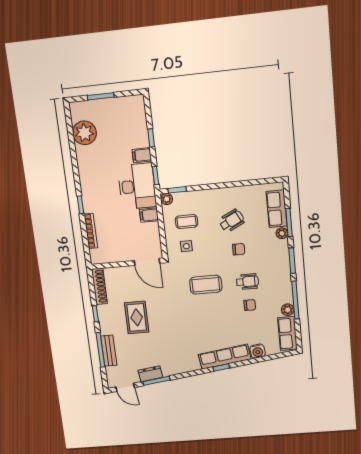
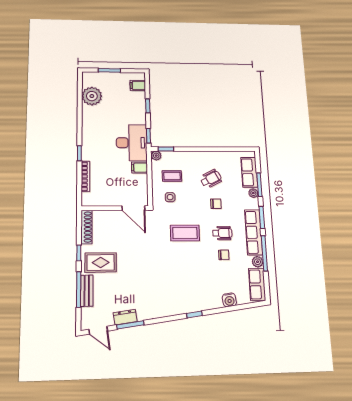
filing cabinet: (142, 155) -> (138, 86), moved
rug: (137, 317) -> (101, 262), moved, turned 90
row of seats: (225, 357) -> (254, 232), moved, turned -82

